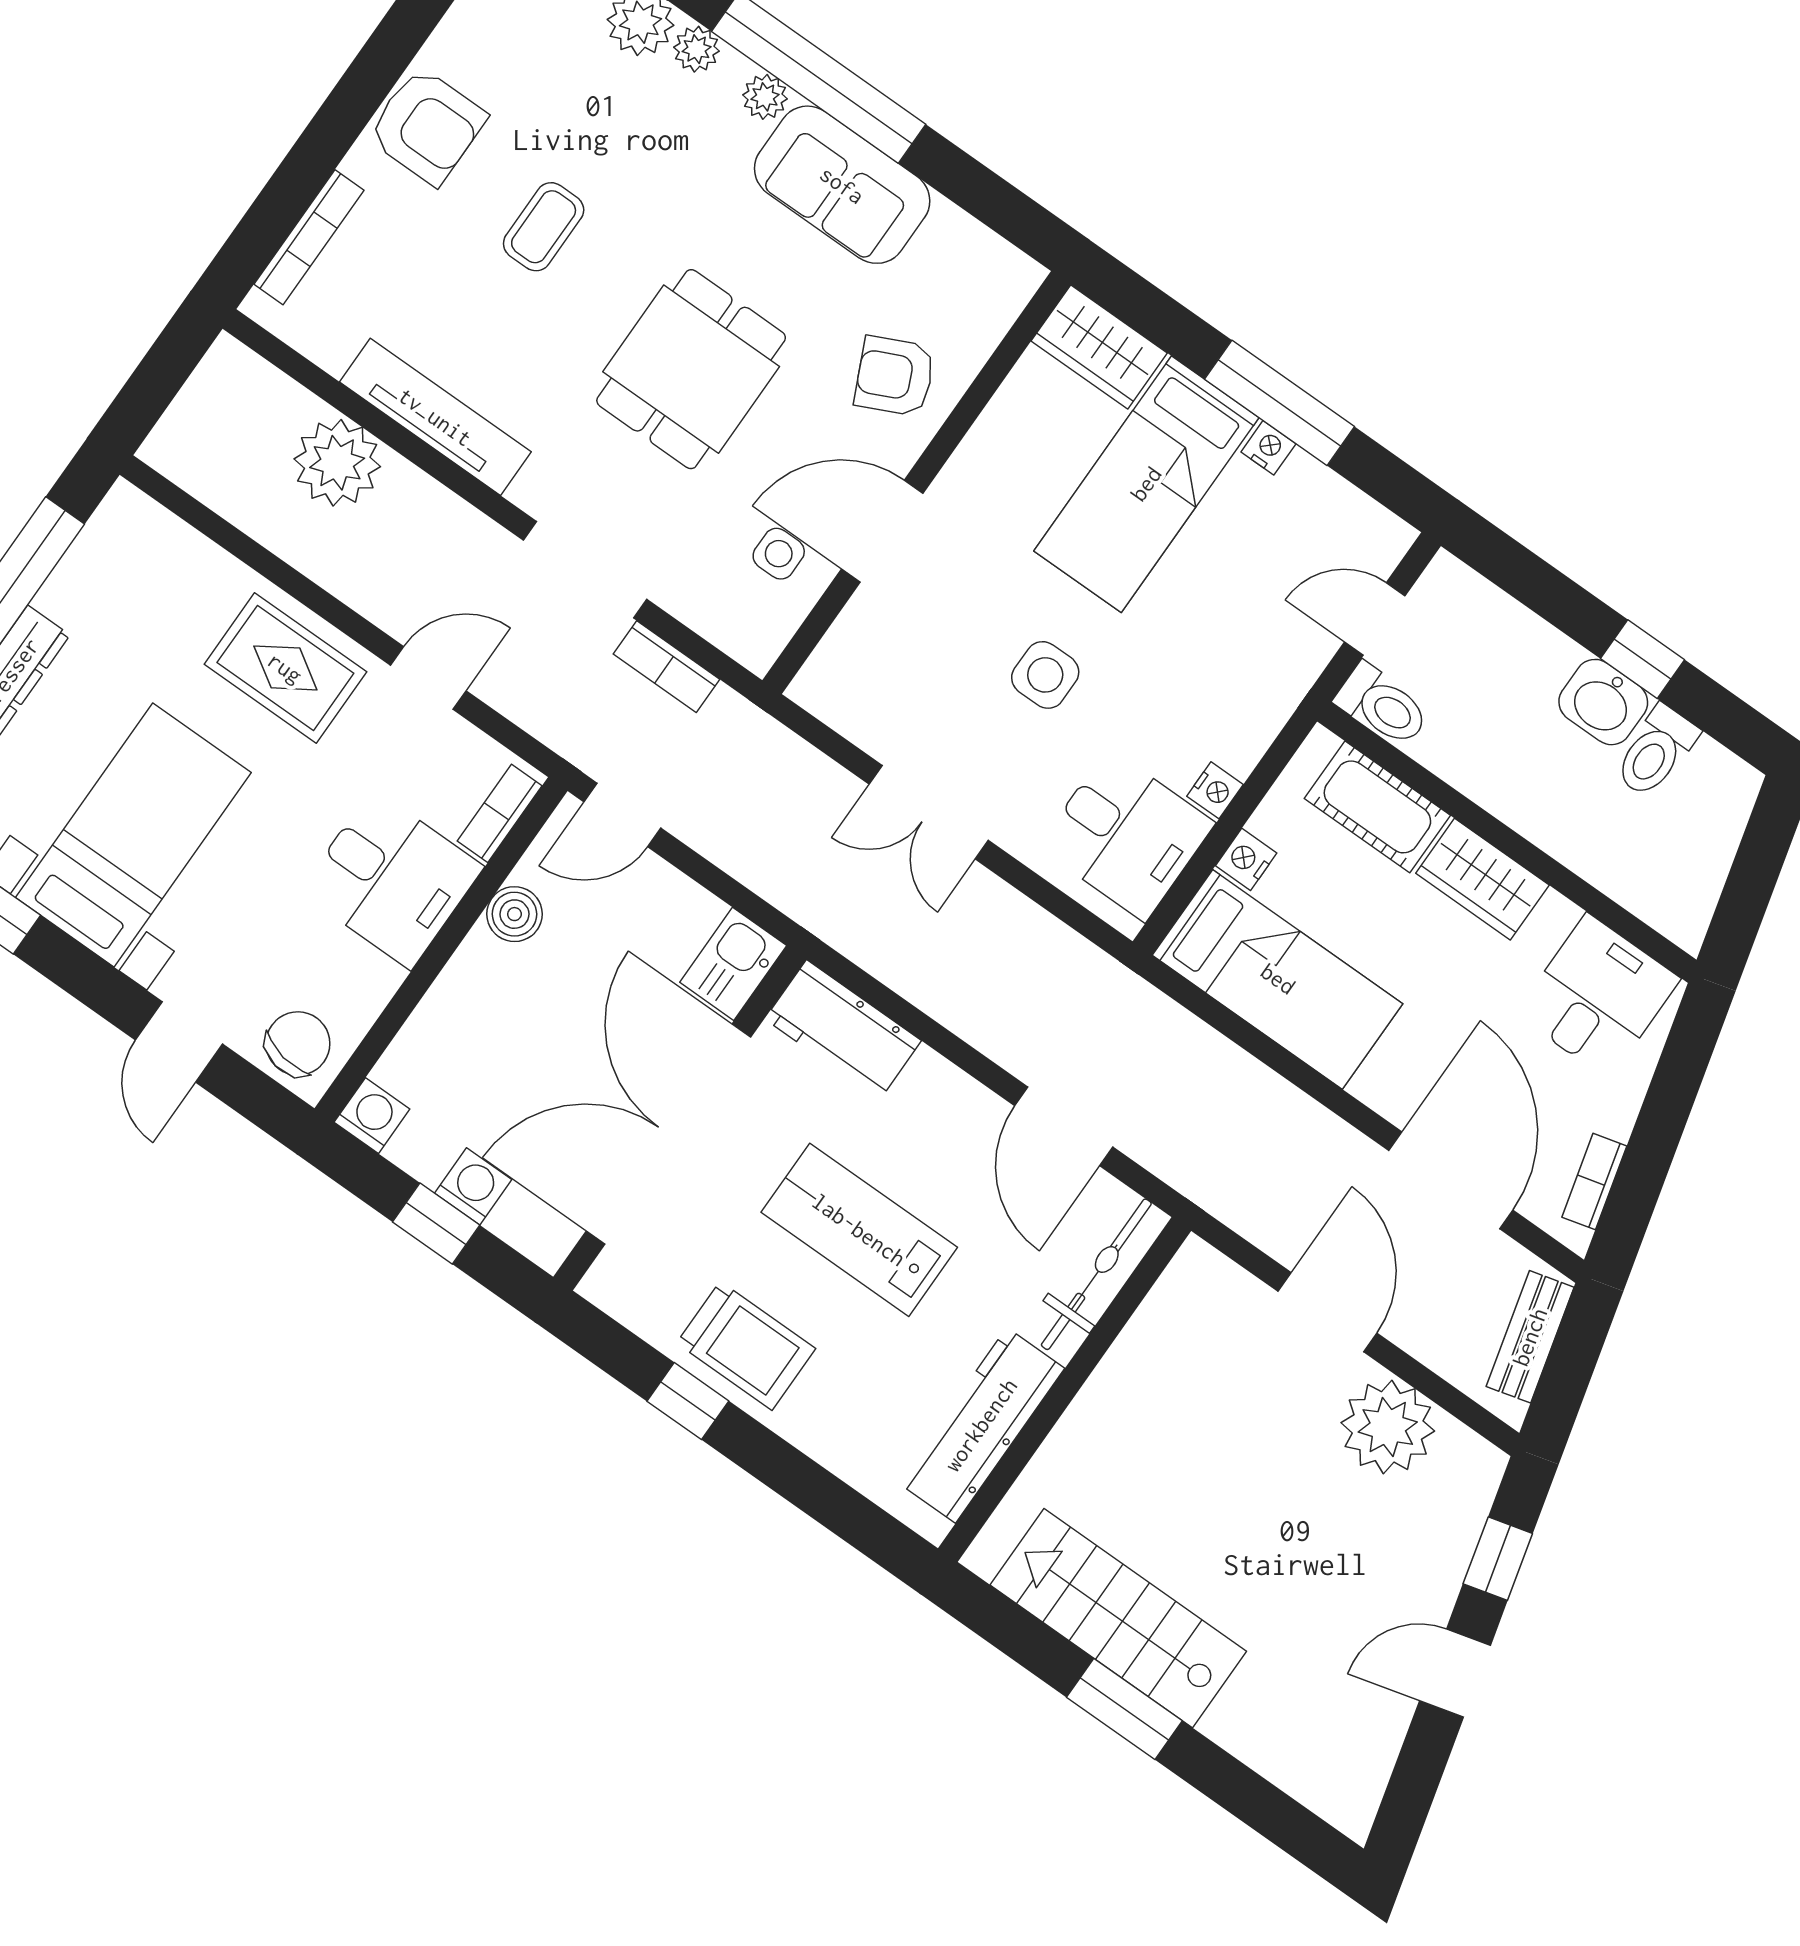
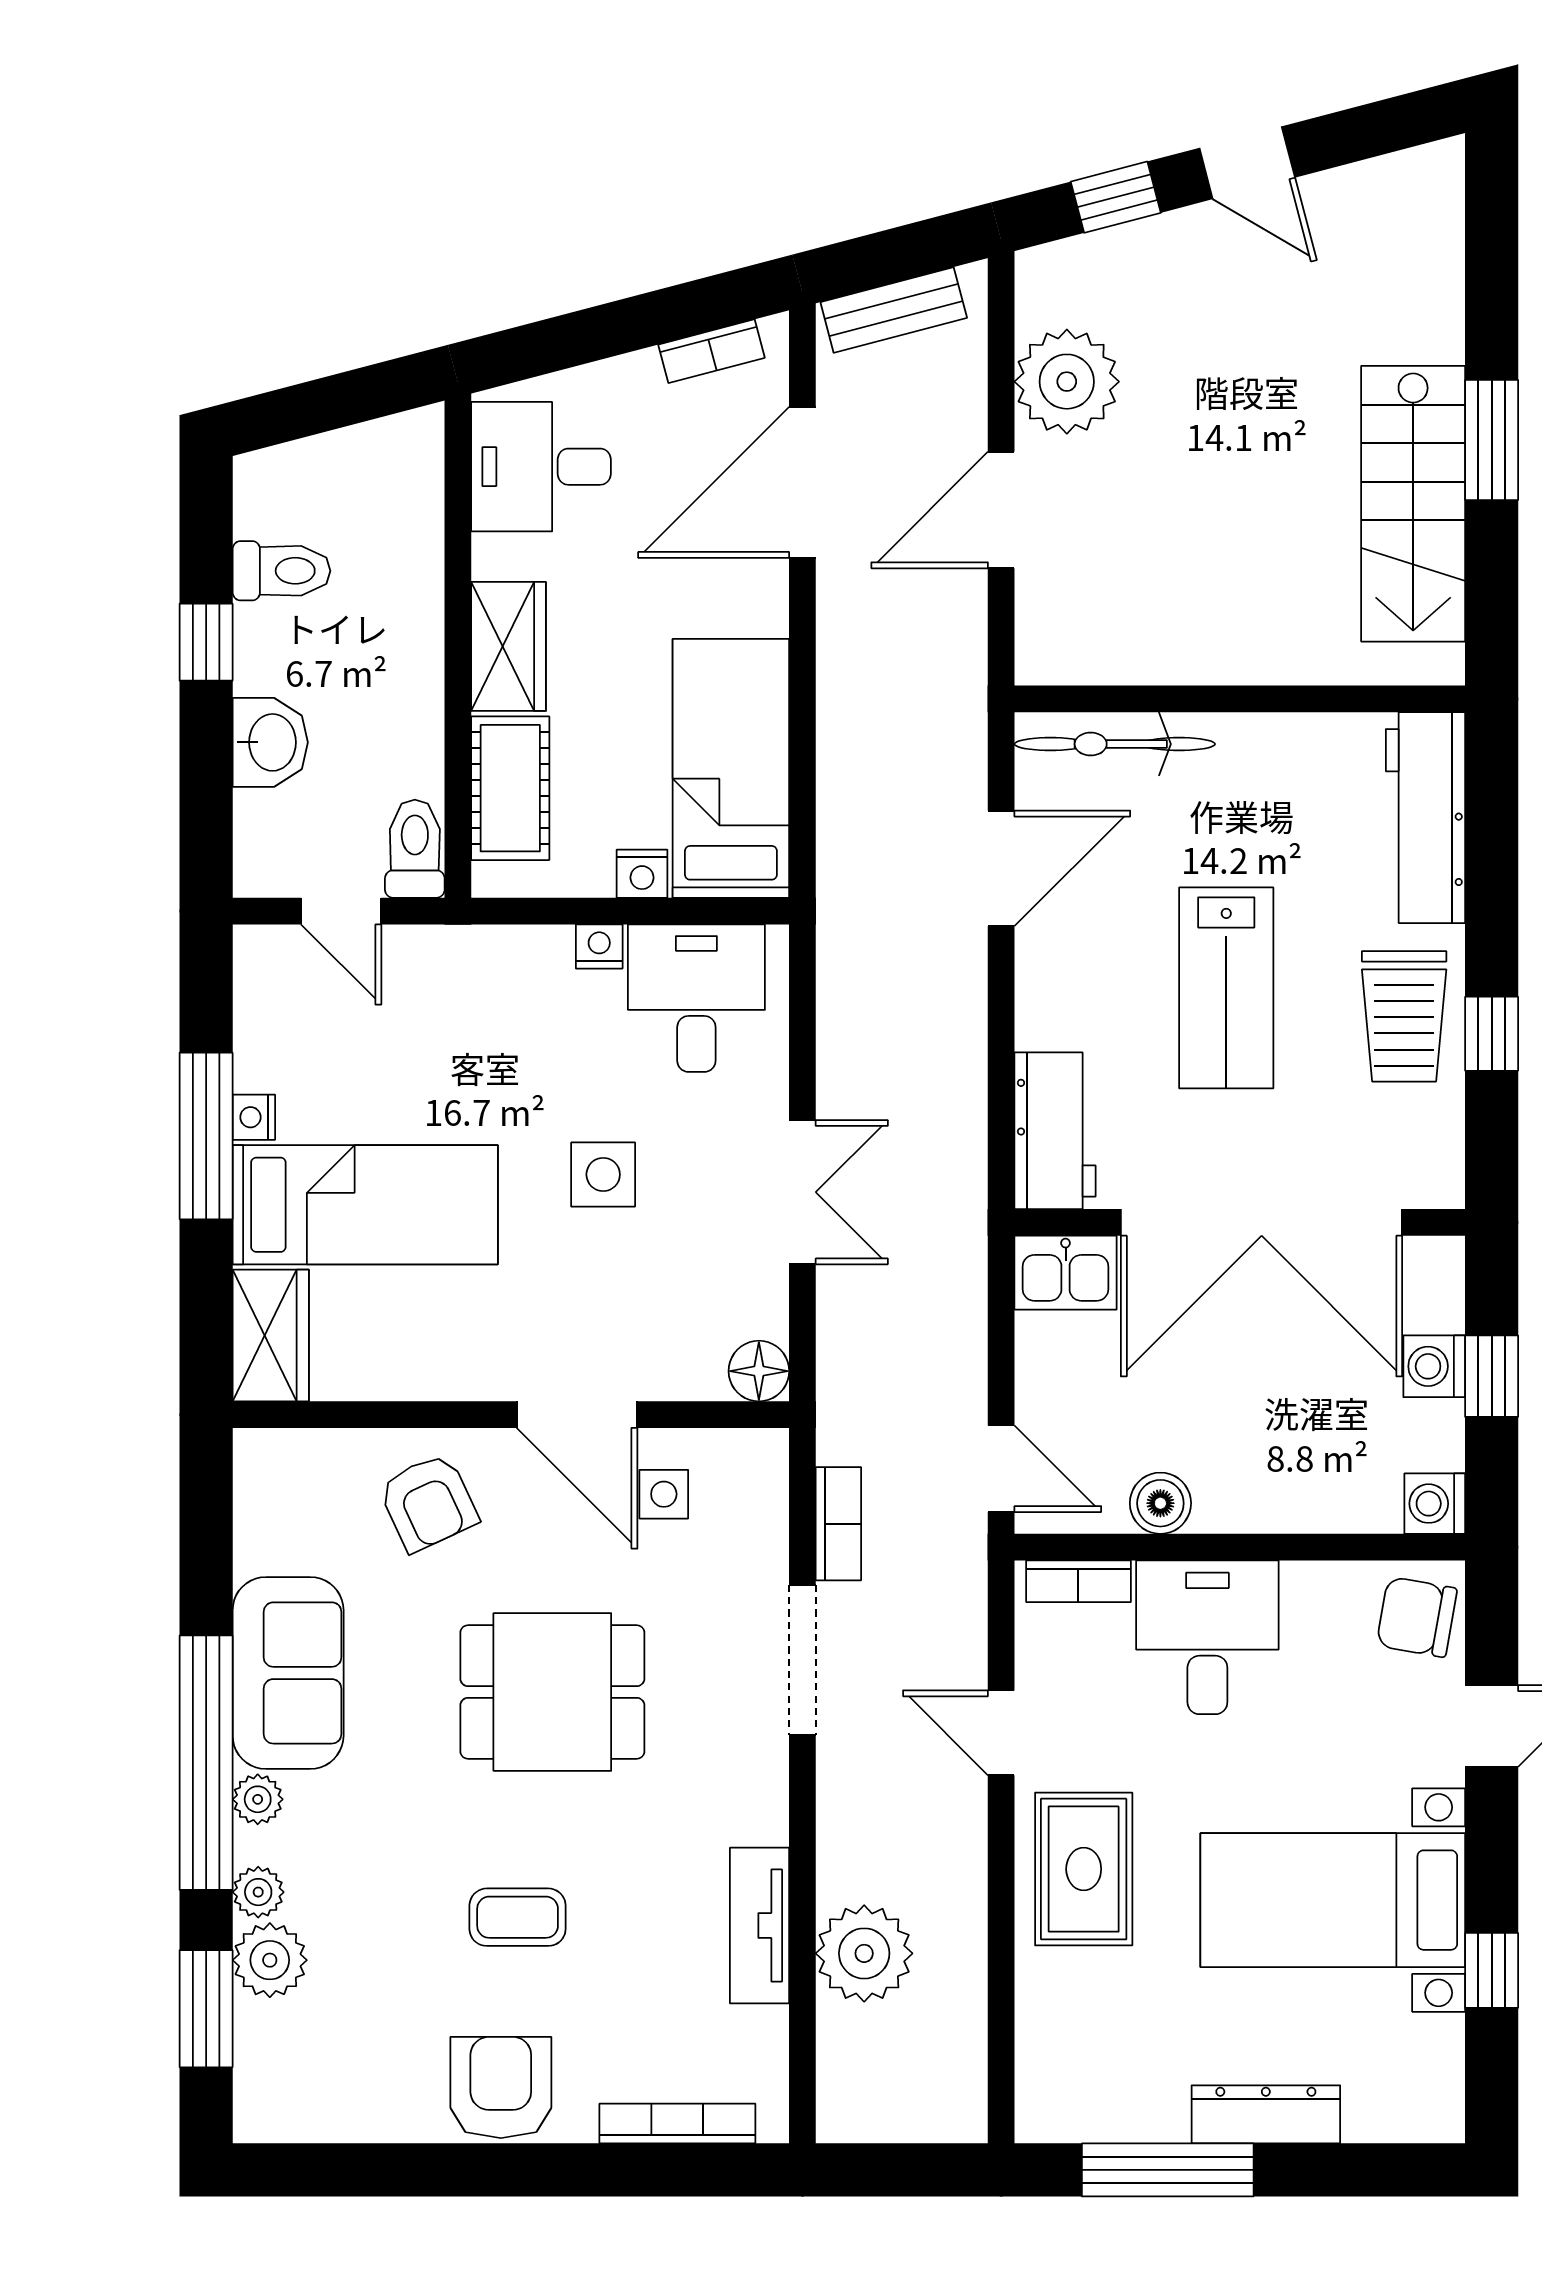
tv unit: (435, 417) -> (759, 1925), width x0.71
floor lamp: (820, 687) -> (759, 1371), added
washbasin: (1603, 702) -> (270, 742), moved
trolley: (746, 1346) -> (1404, 1016), turned 180
workbench: (981, 1425) -> (1425, 818), moved, turned 90

